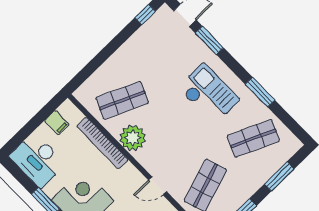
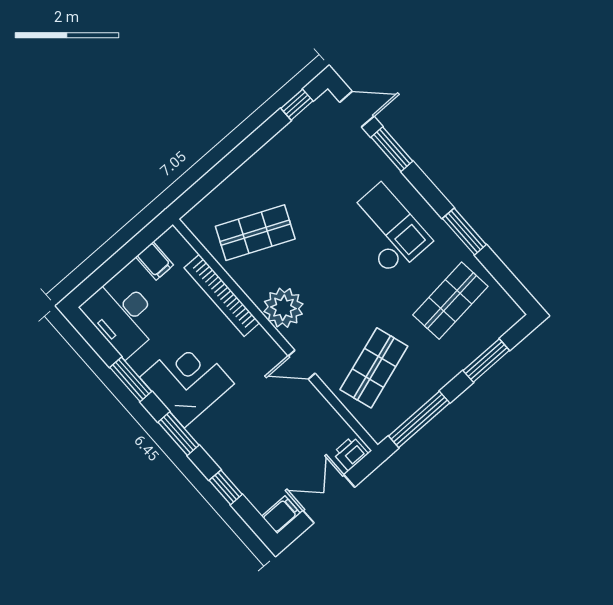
plant: (133, 138) -> (283, 308), moved
shop shelf: (253, 138) -> (450, 301), turned -30

